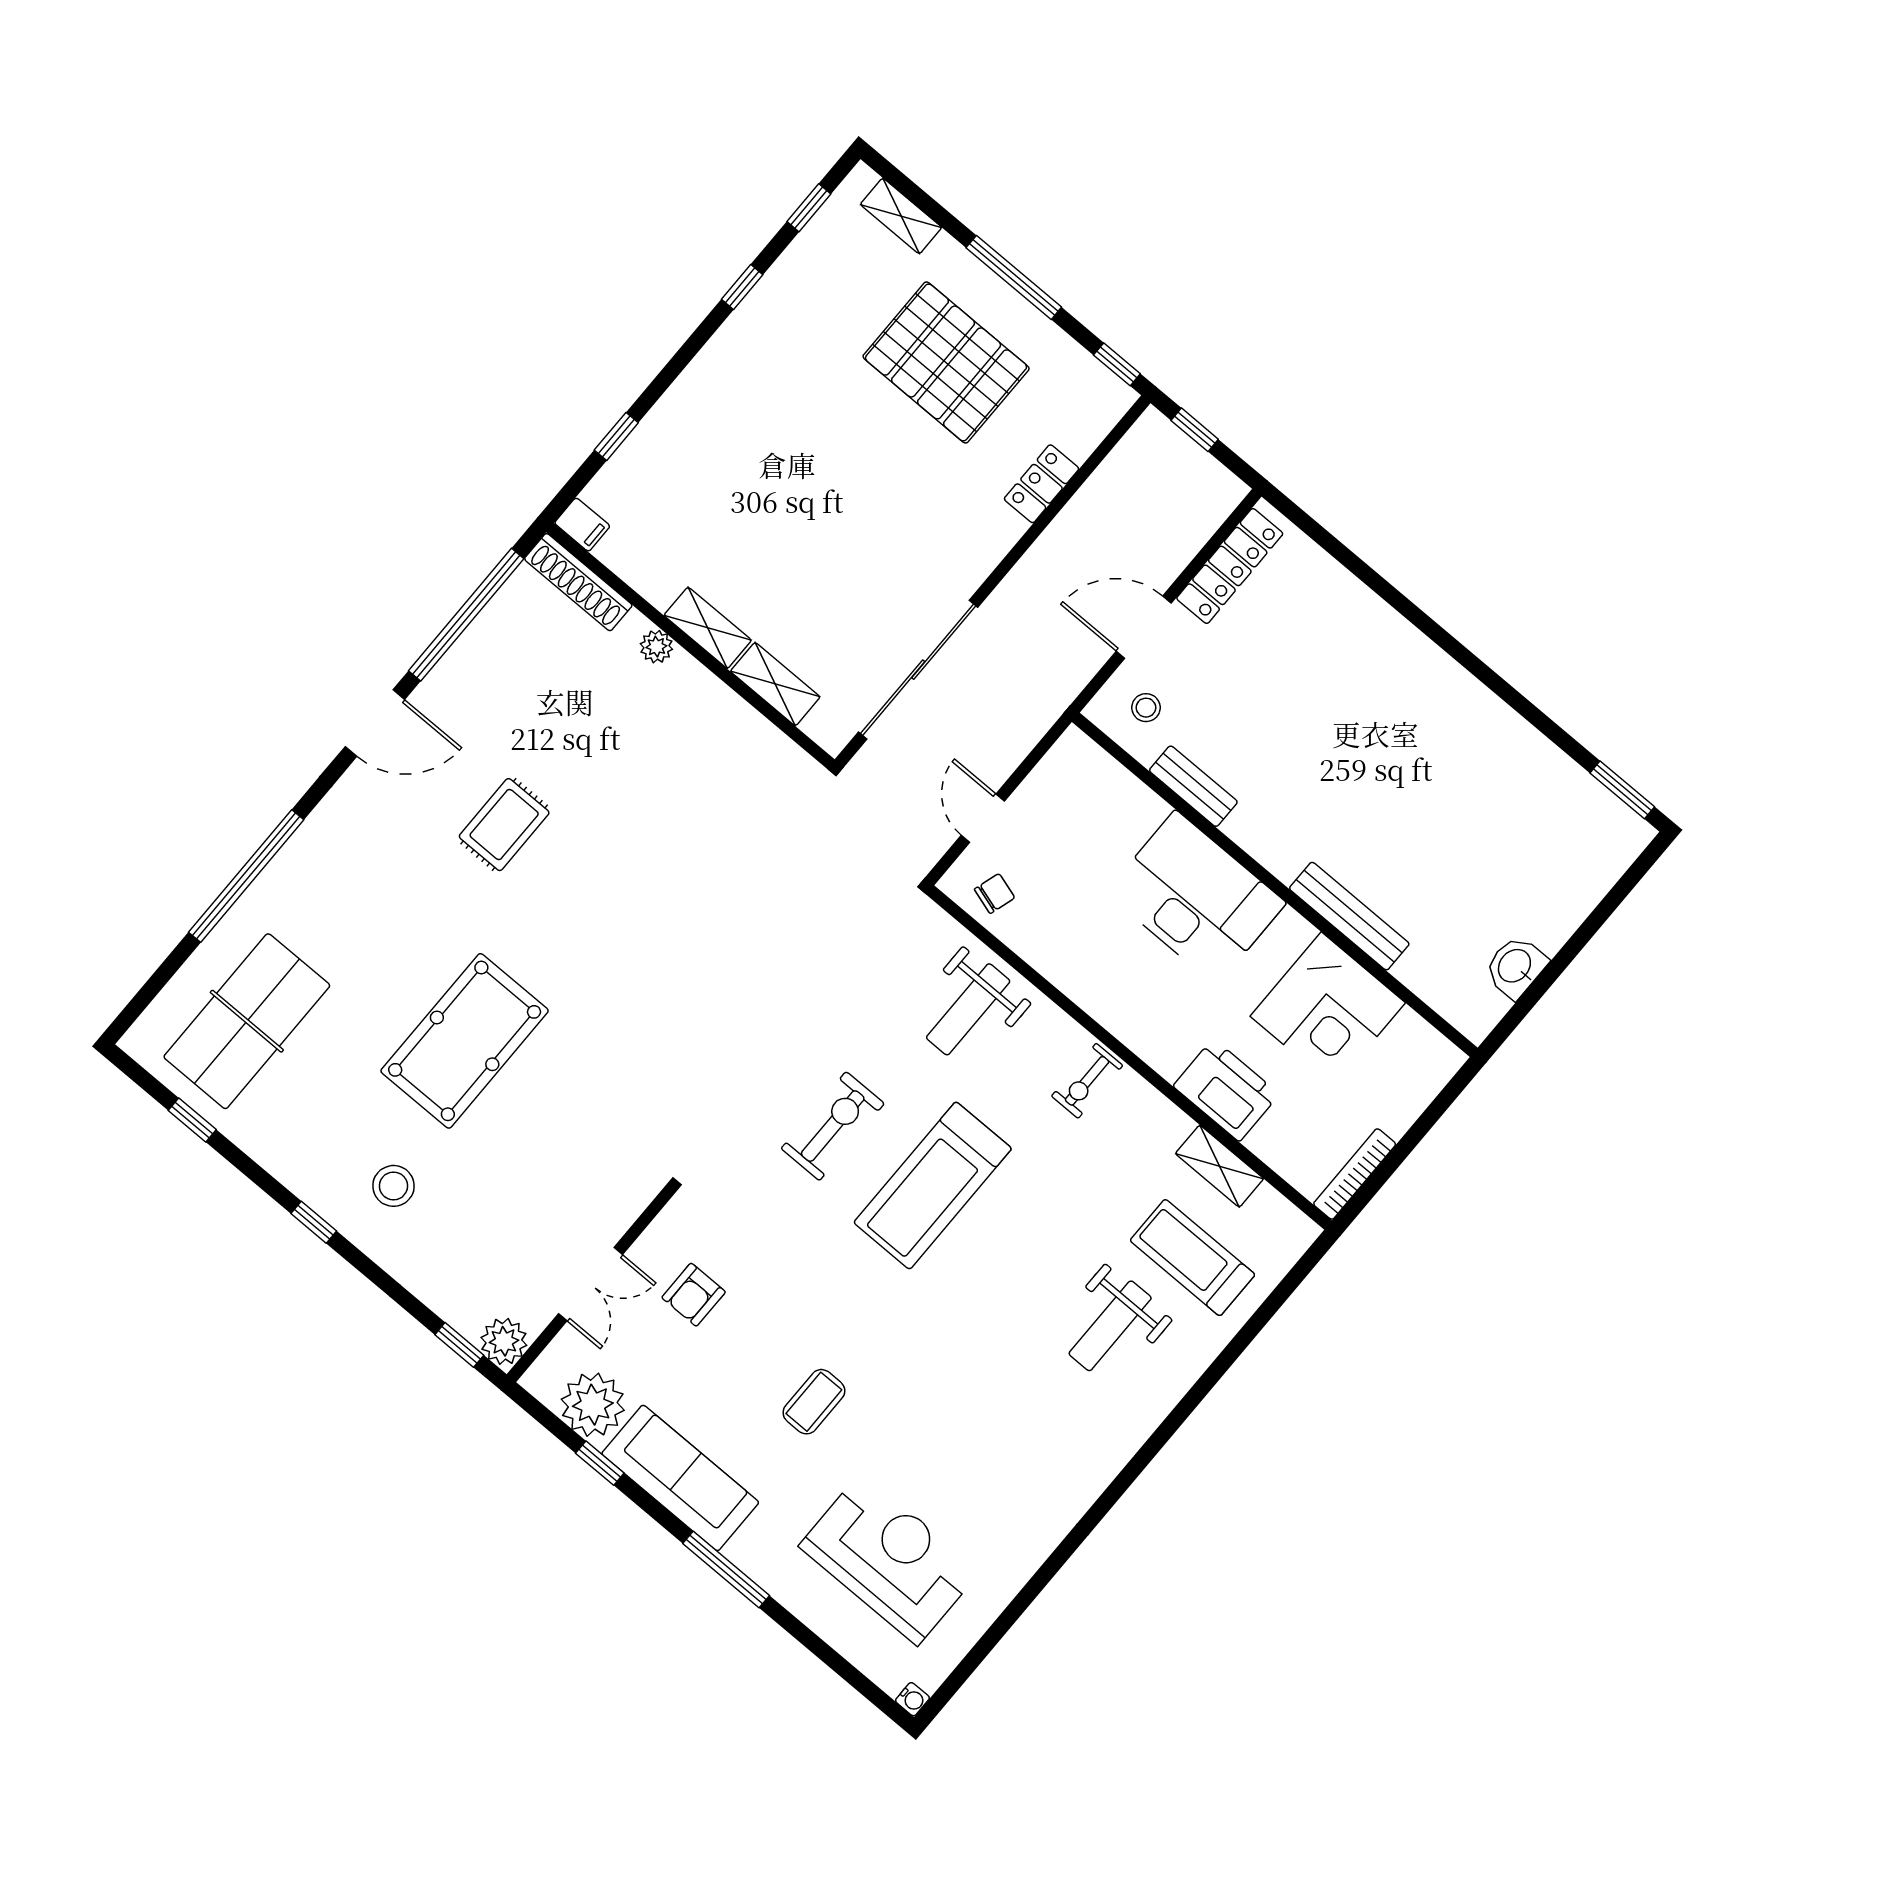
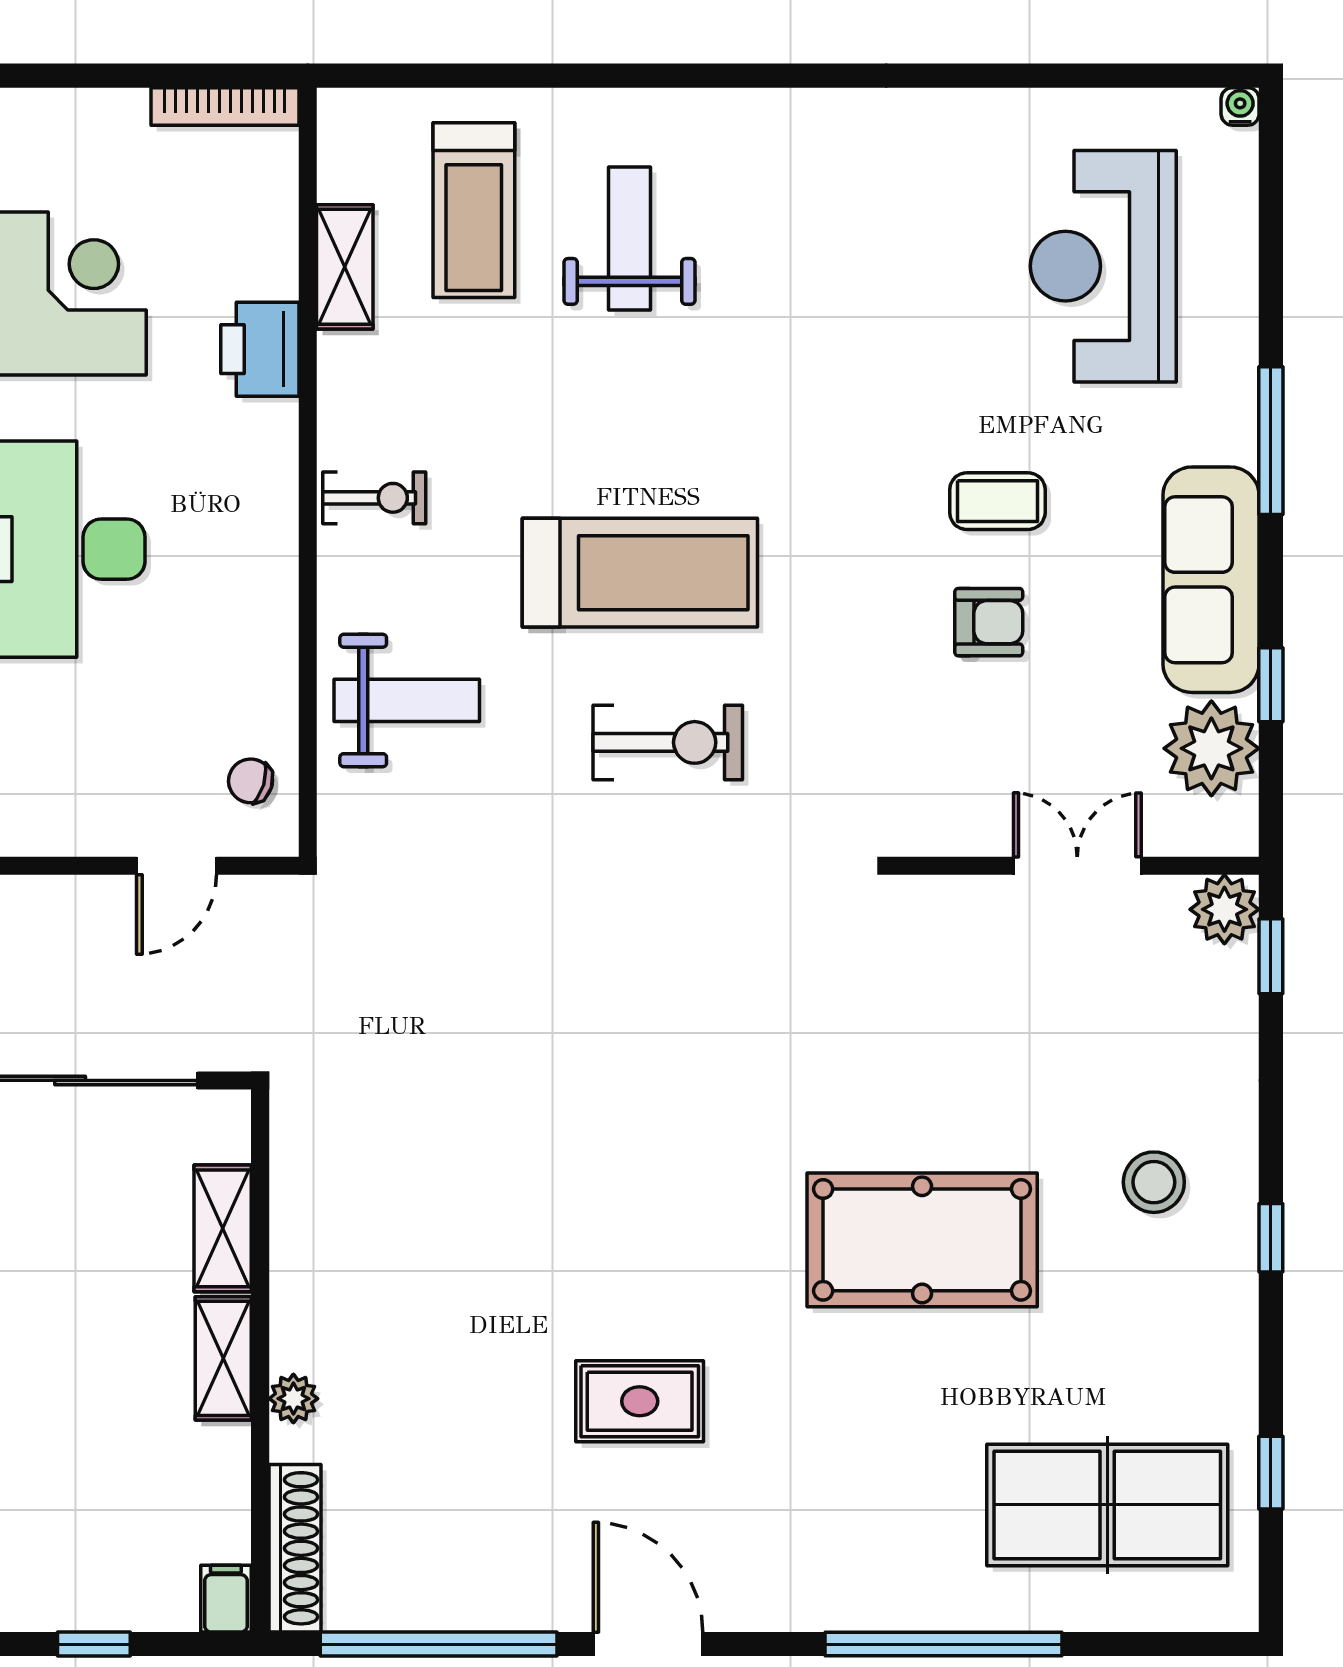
printer: (1226, 1090) -> (260, 349), width x0.73, depth x0.84
exercise bike: (833, 1126) -> (668, 742), turned 180
armchair: (694, 1295) -> (989, 622), moved
weight bench: (1110, 1326) -> (629, 238), turned -90

